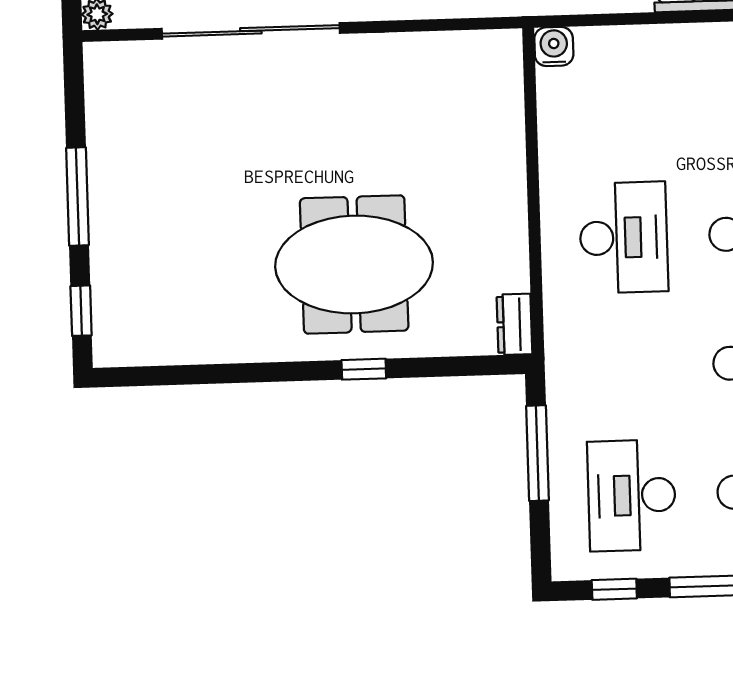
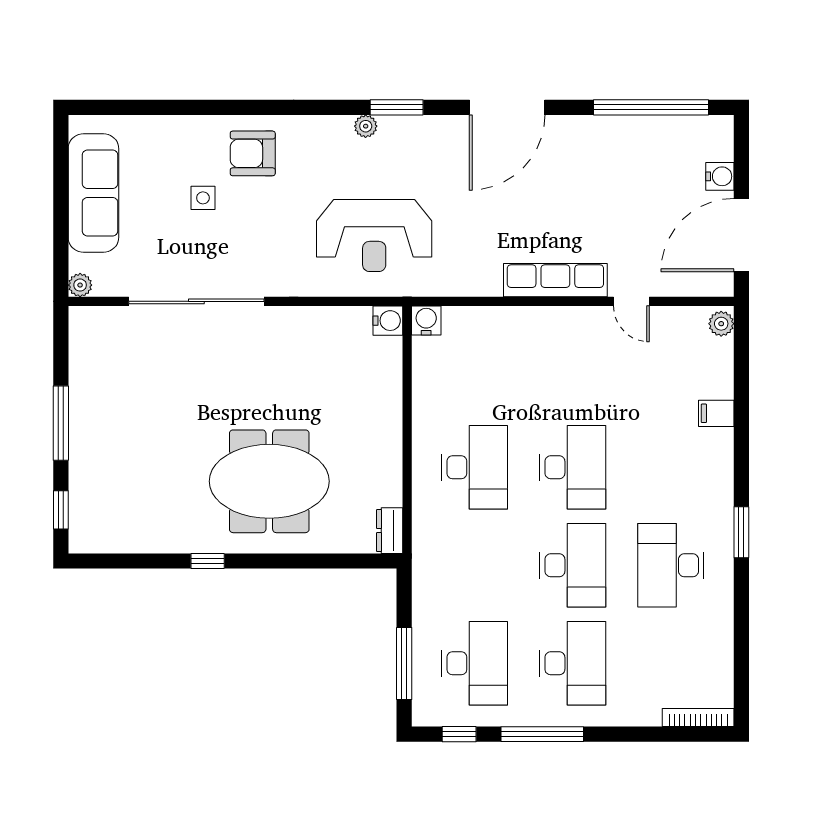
water cooler: (503, 48) -> (388, 321), added
window: (364, 369) -> (208, 561), moved
window: (537, 453) -> (404, 664), moved
desk: (632, 495) -> (475, 663), turned 180

